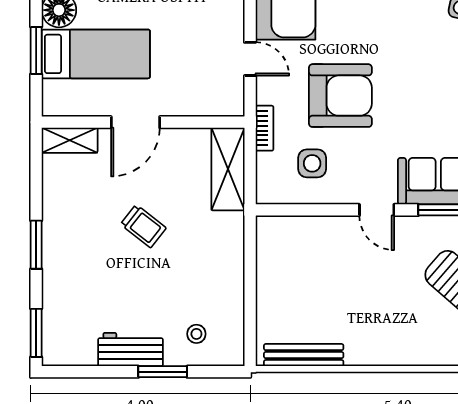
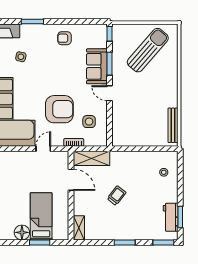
armchair: (340, 96) -> (59, 109), turned 90
door: (135, 122) -> (71, 180), moved
door: (377, 210) -> (109, 93), swing flipped
workbench: (131, 349) -> (171, 217), moved
window: (163, 372) -> (180, 217), moved

